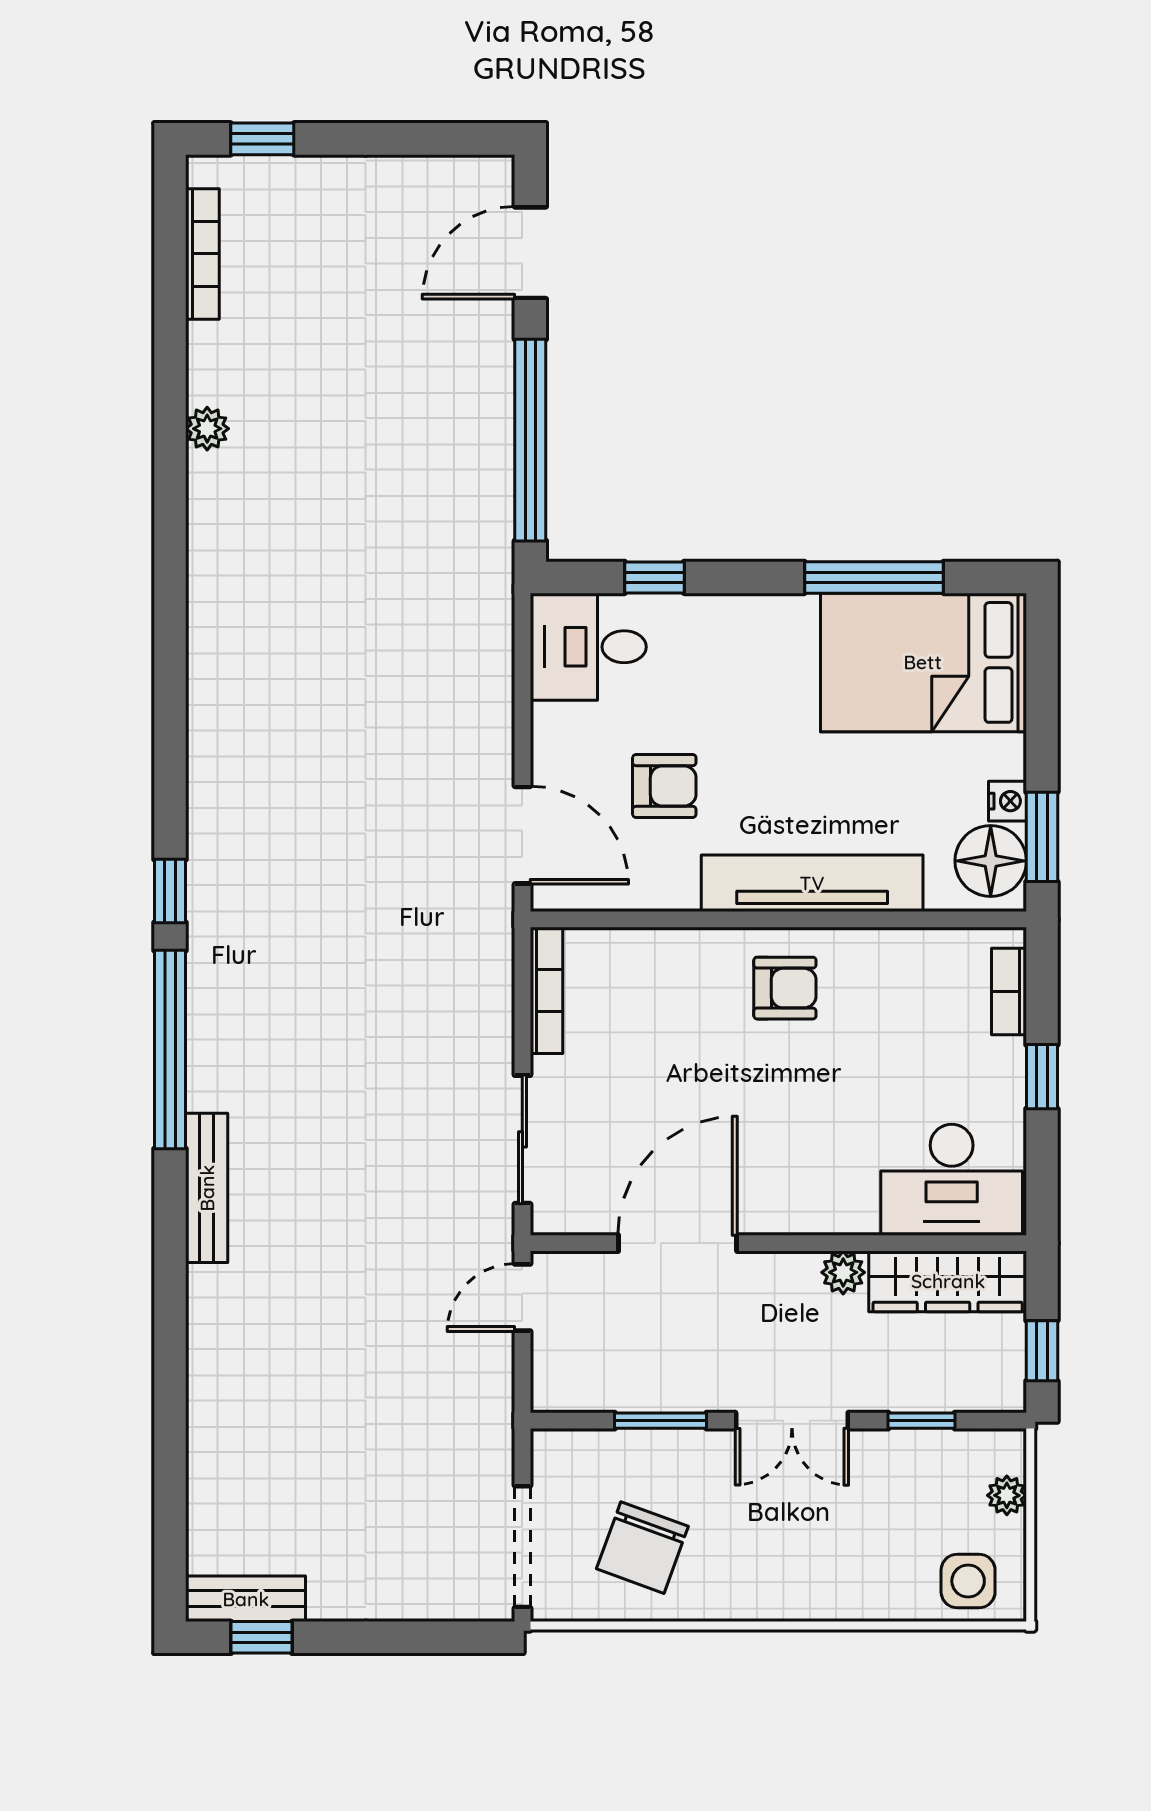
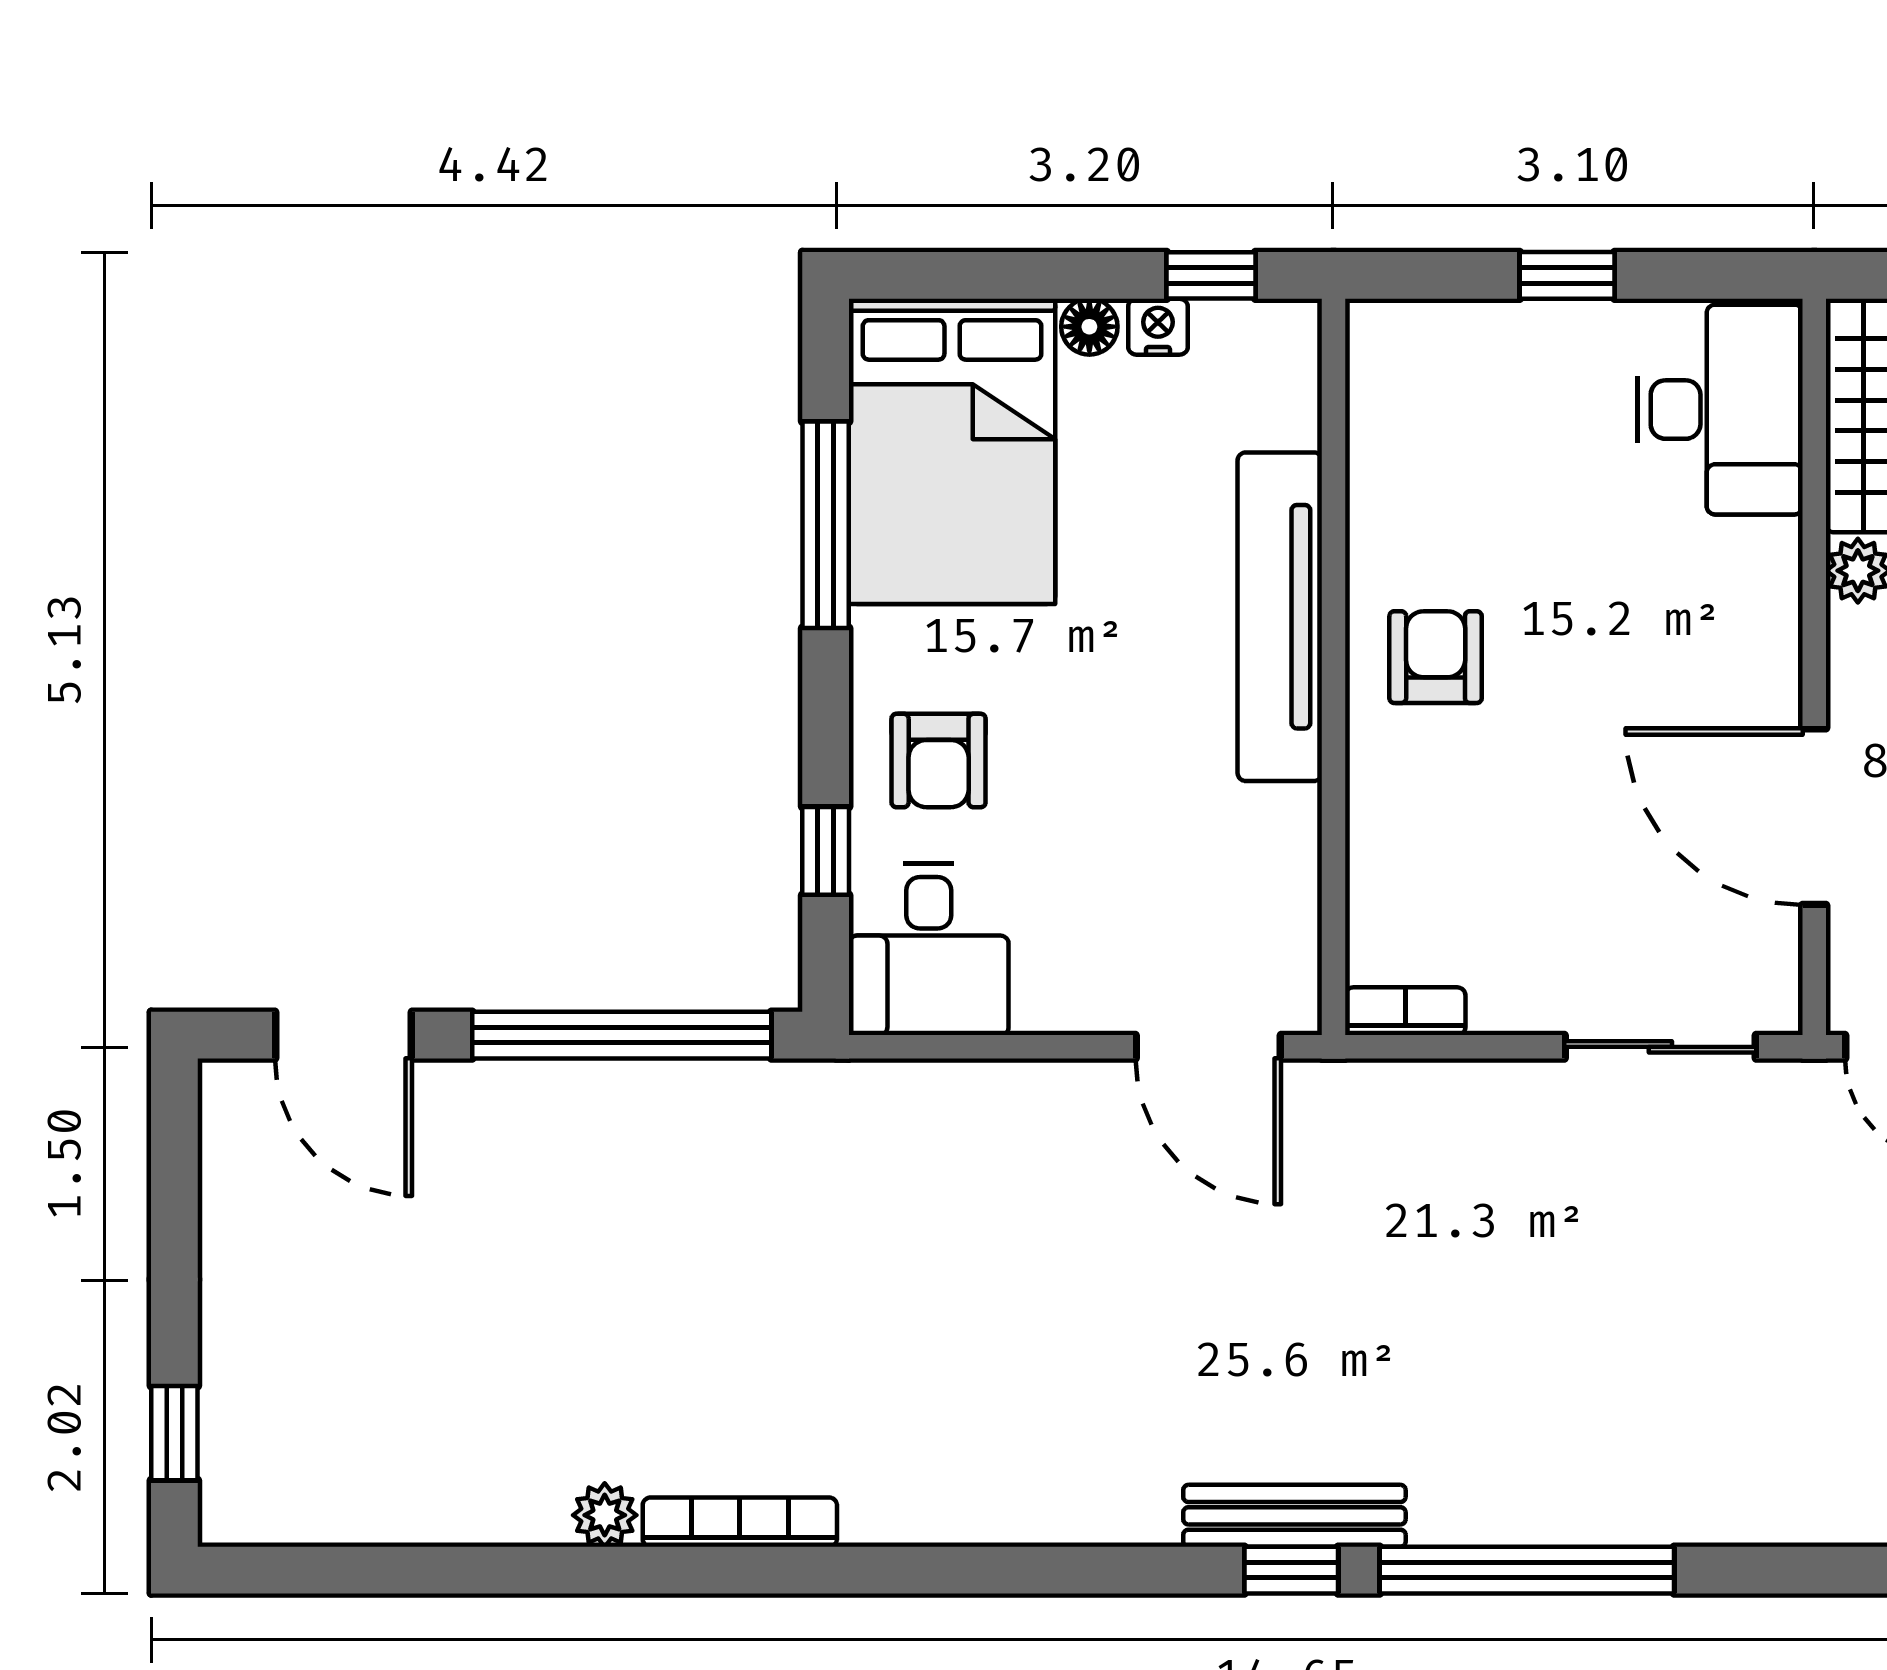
bookcase: (202, 254) -> (740, 1522), moved
armchair: (664, 786) -> (939, 760), moved, turned 180
door: (522, 835) -> (1208, 1047), swing flipped
window: (1042, 837) -> (1211, 275), width x0.67
floor lamp: (991, 861) -> (1089, 327), moved, width x0.53, depth x0.53
bookcase: (546, 990) -> (1405, 1011), width x0.64
bookcase: (1009, 992) -> (1441, 324), removed
bench: (207, 1188) -> (1294, 1516), moved

